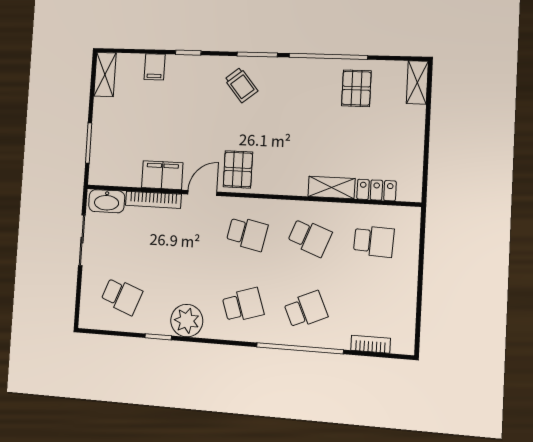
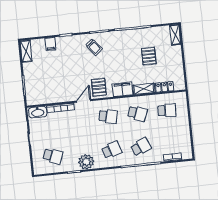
pallet: (356, 88) -> (149, 56), moved
filing cabinet: (162, 175) -> (122, 89), moved

